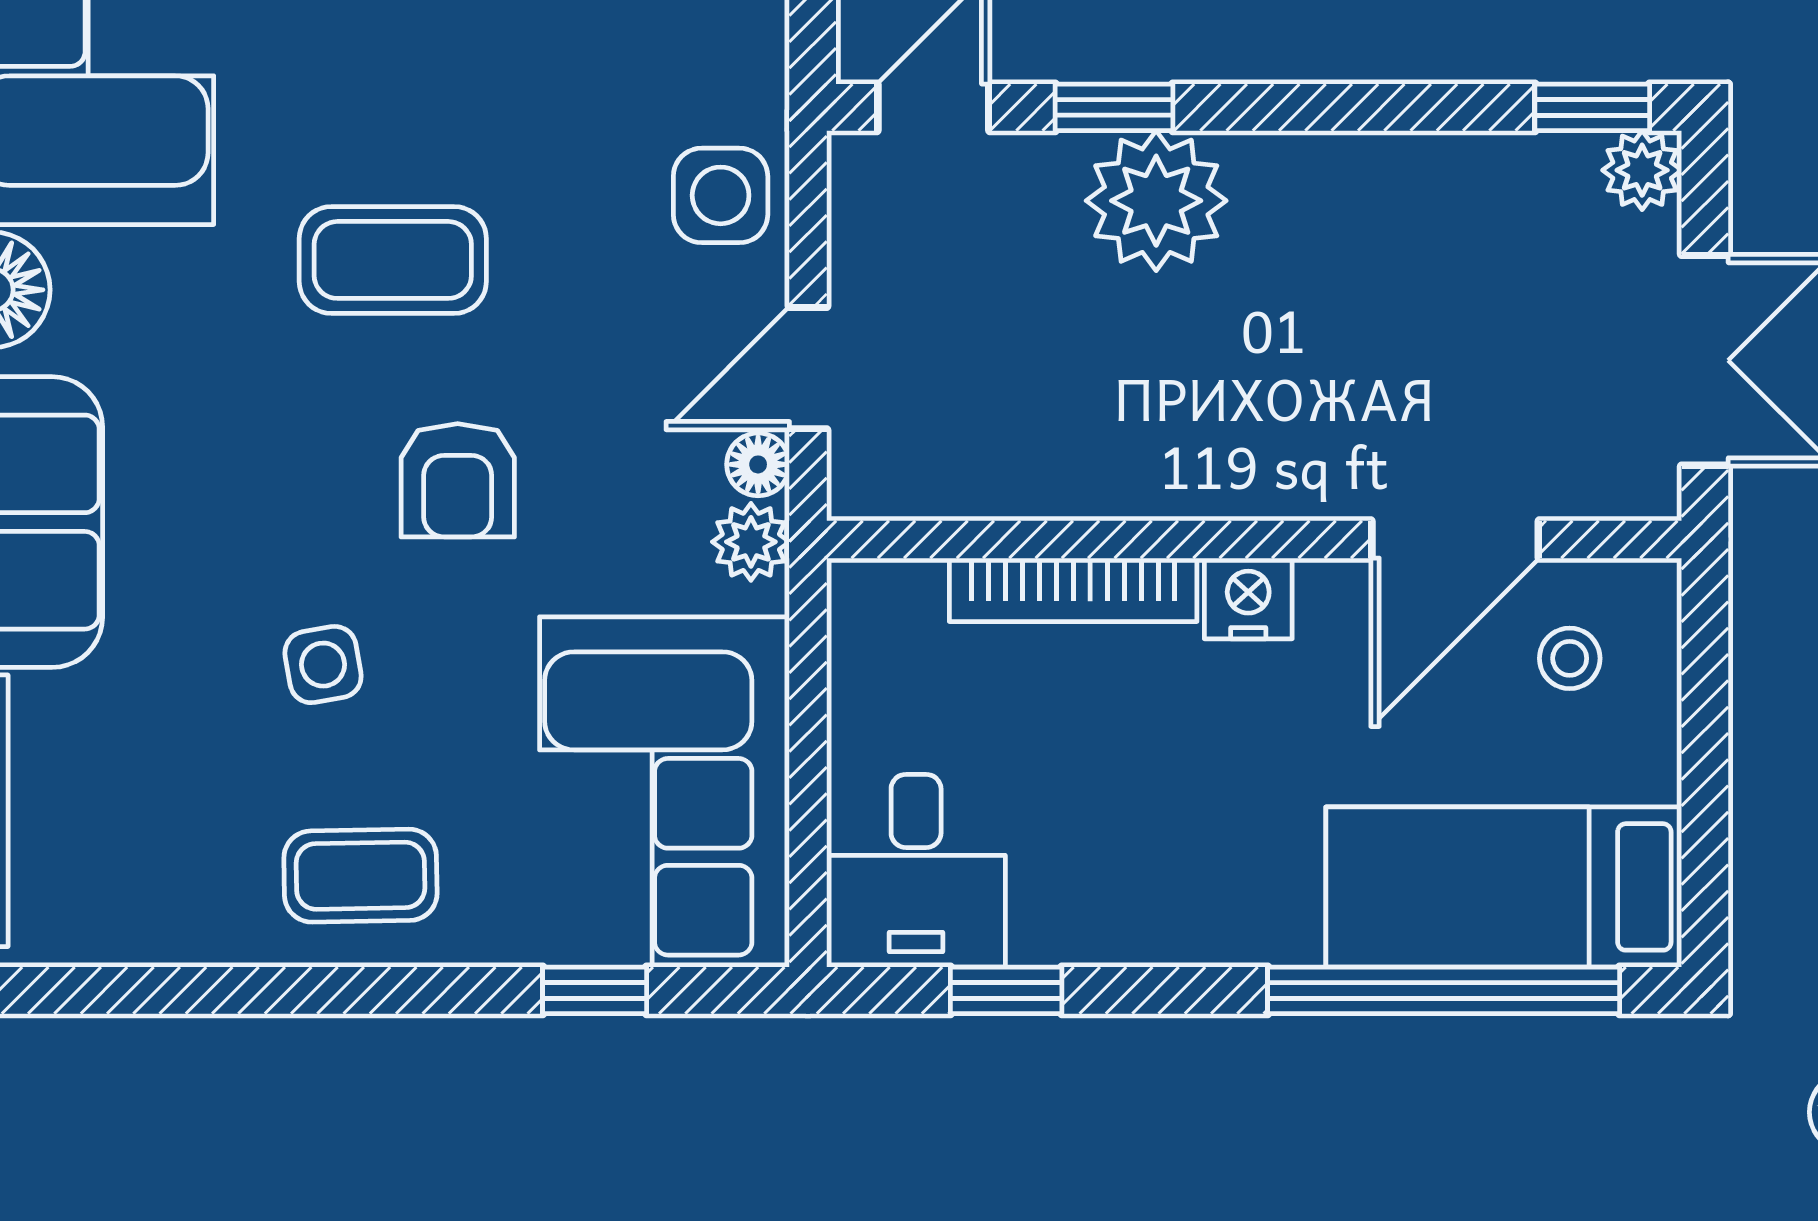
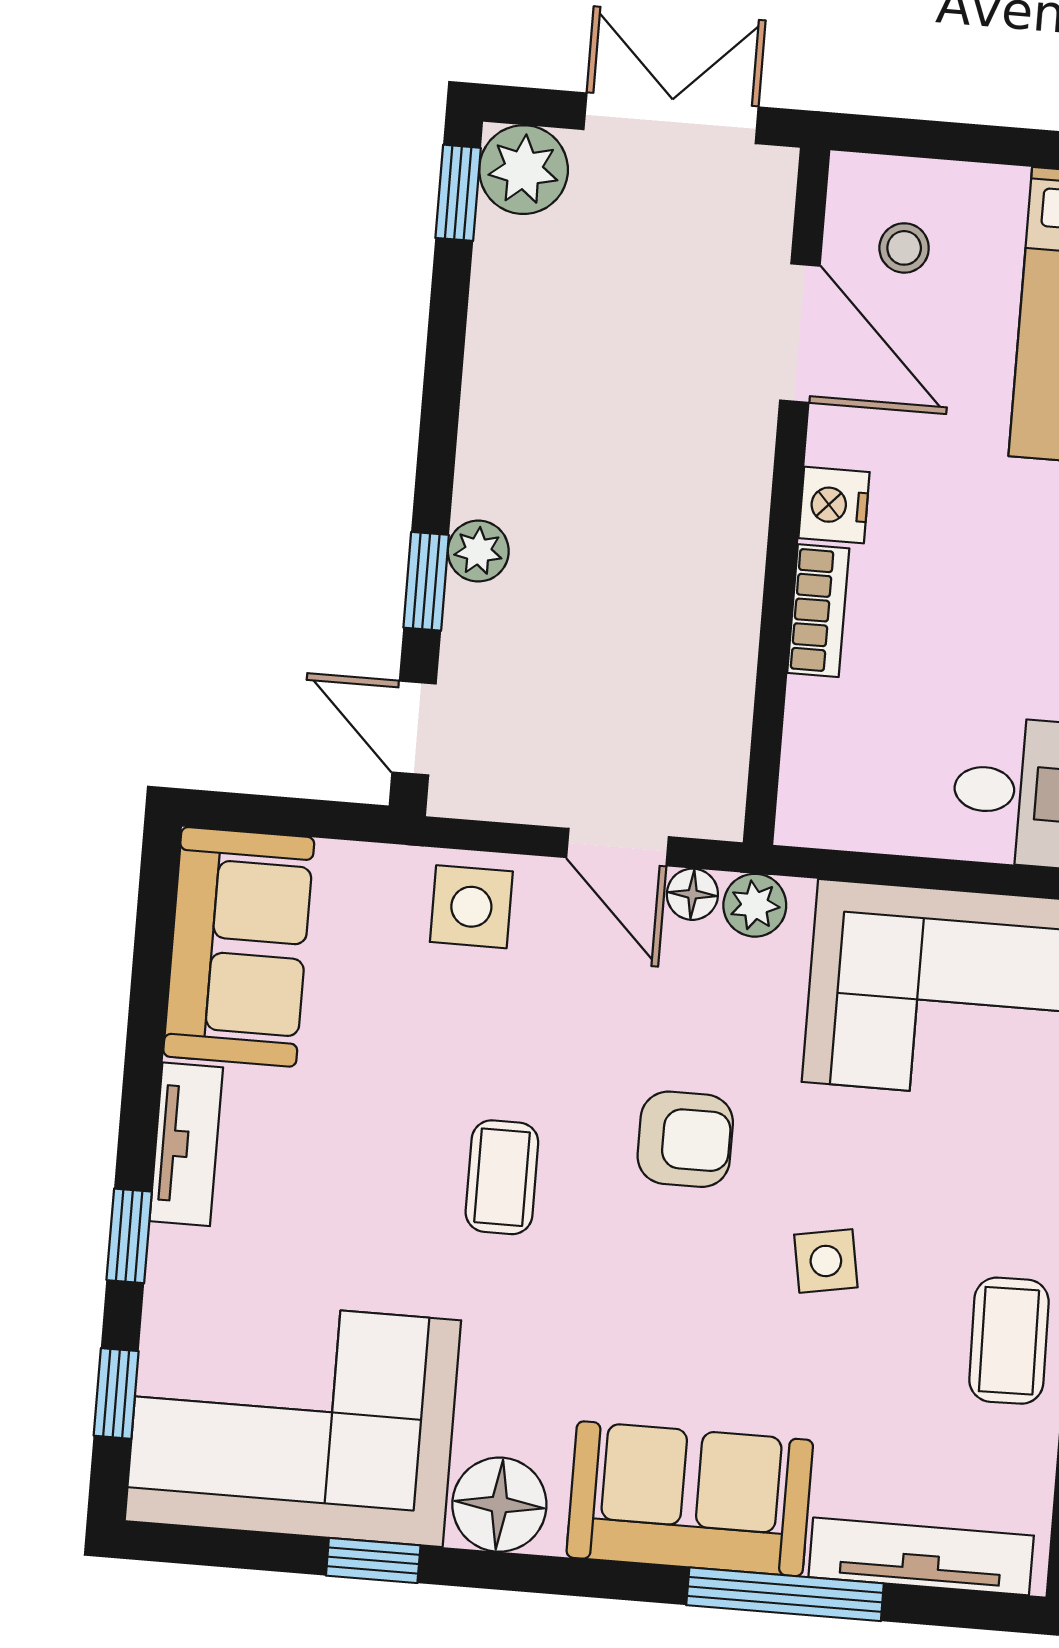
plant: (1642, 170) -> (524, 170), width x1.38, depth x1.38
plant: (1156, 201) -> (478, 551), width x0.53, depth x0.53
coffee table: (393, 260) -> (502, 1177), width x0.73, depth x0.77
bookcase: (1073, 590) -> (818, 611), width x0.64
coffee table: (360, 876) -> (1009, 1341), moved

